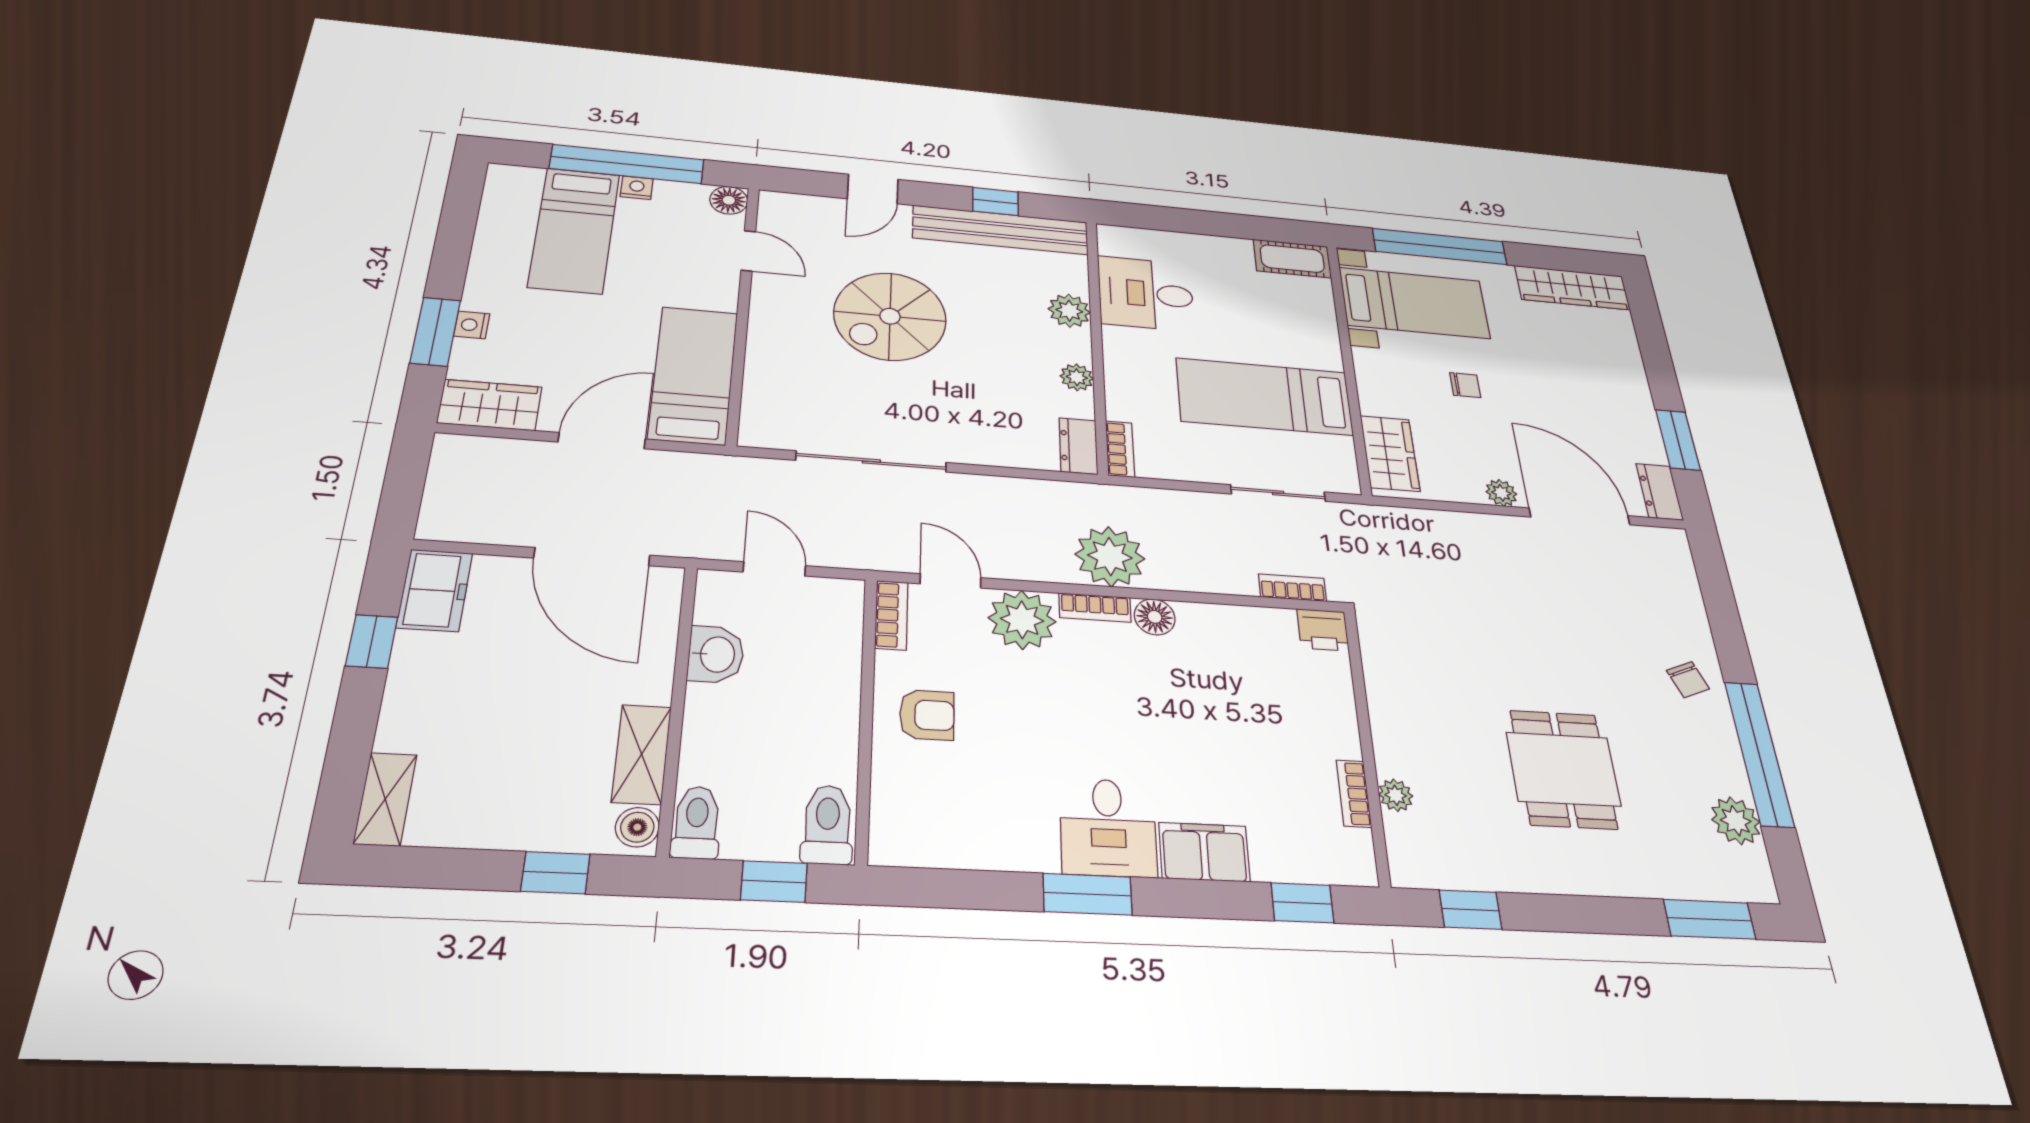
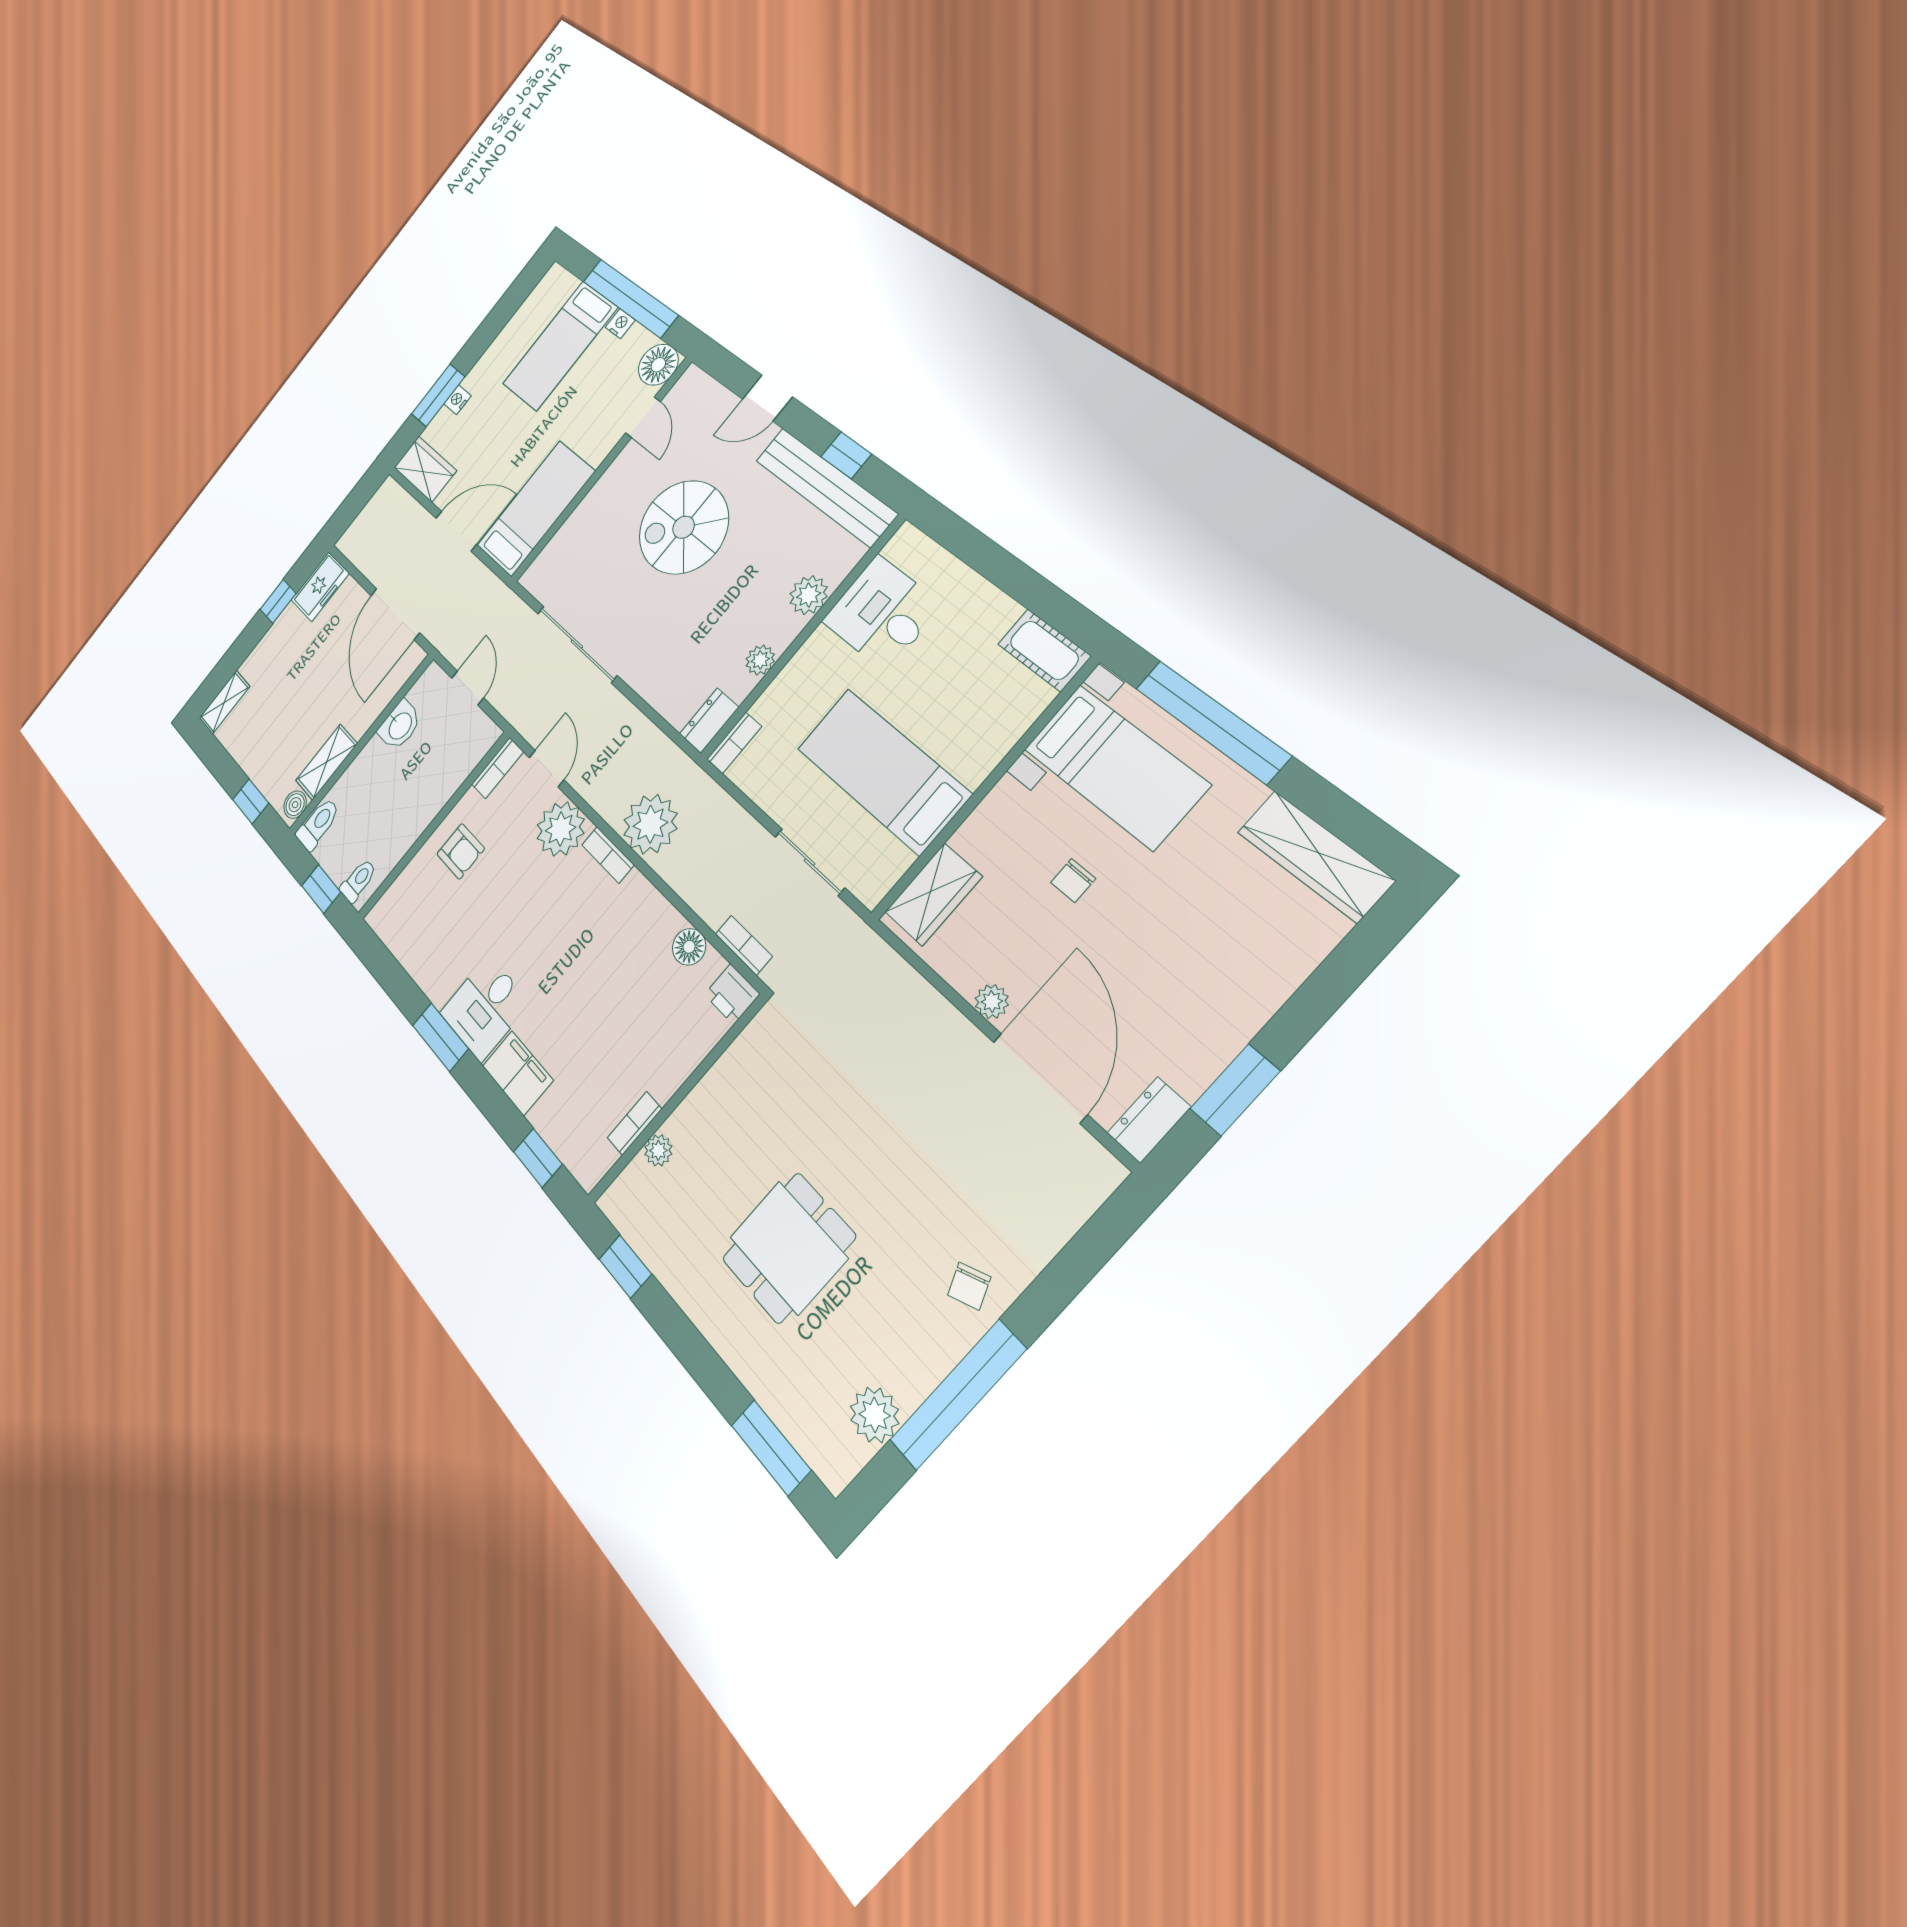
floor lamp: (729, 200) -> (658, 365), width x1.38, depth x1.38
chair: (1465, 385) -> (1073, 881), turned 90
floor lamp: (1155, 617) -> (689, 947), moved
toilet: (827, 825) -> (358, 881), width x0.73, depth x0.72

